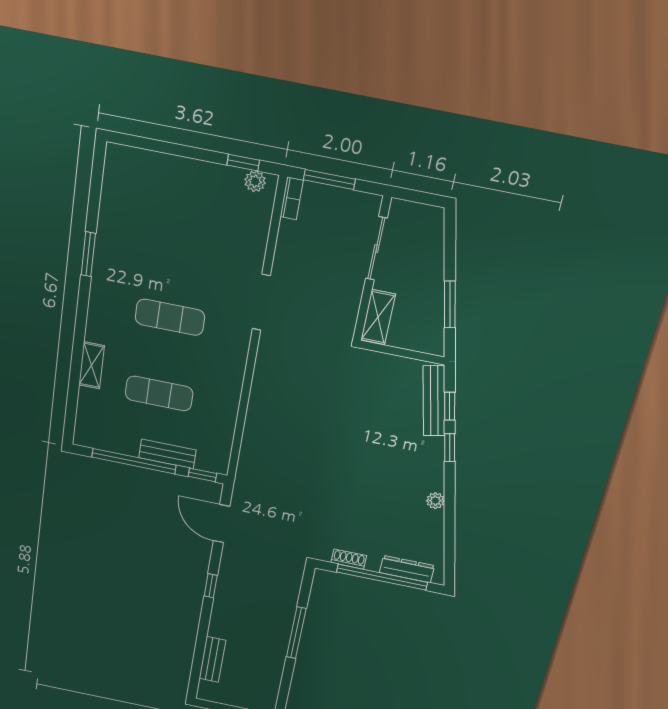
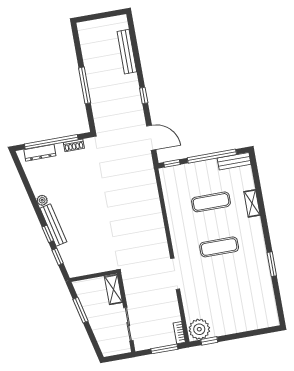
plant: (255, 181) -> (199, 329), width x1.87, depth x1.87
bench: (434, 401) -> (53, 225), moved
bench: (167, 454) -> (234, 161), moved
bench: (212, 659) -> (127, 52), width x1.36

